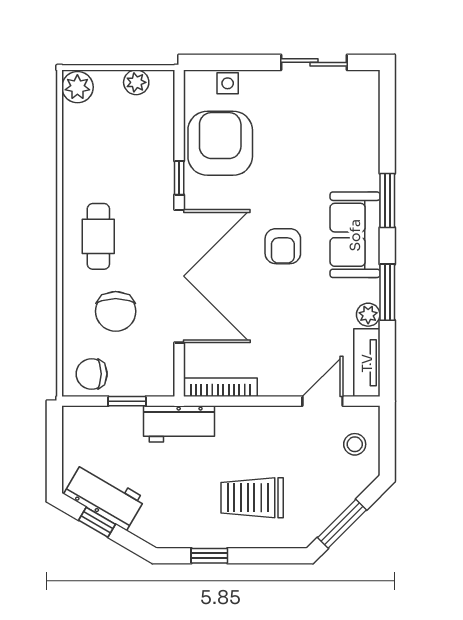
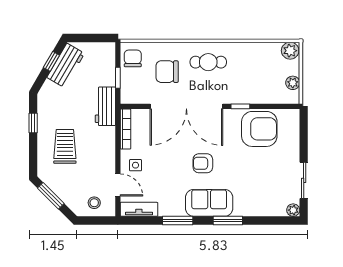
side table: (228, 83) -> (136, 165), moved
plant: (368, 315) -> (293, 210), moved

